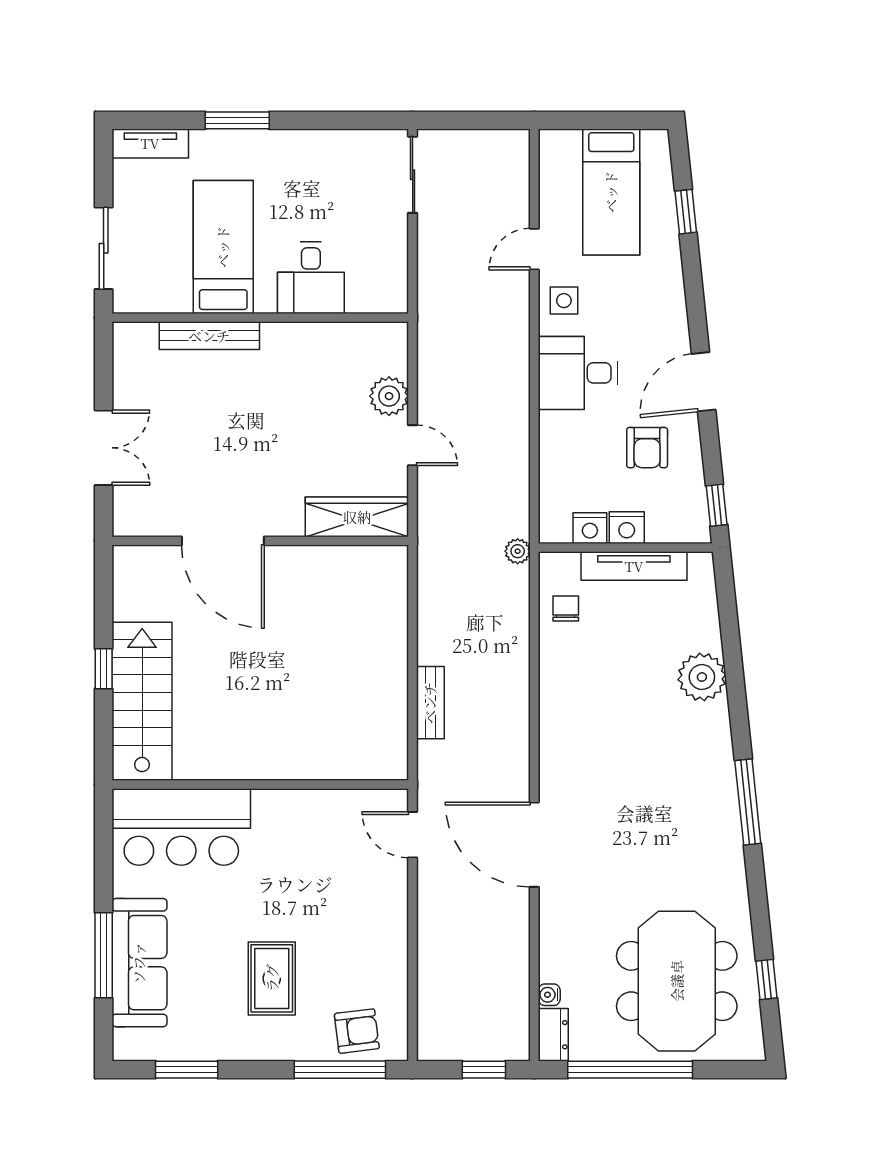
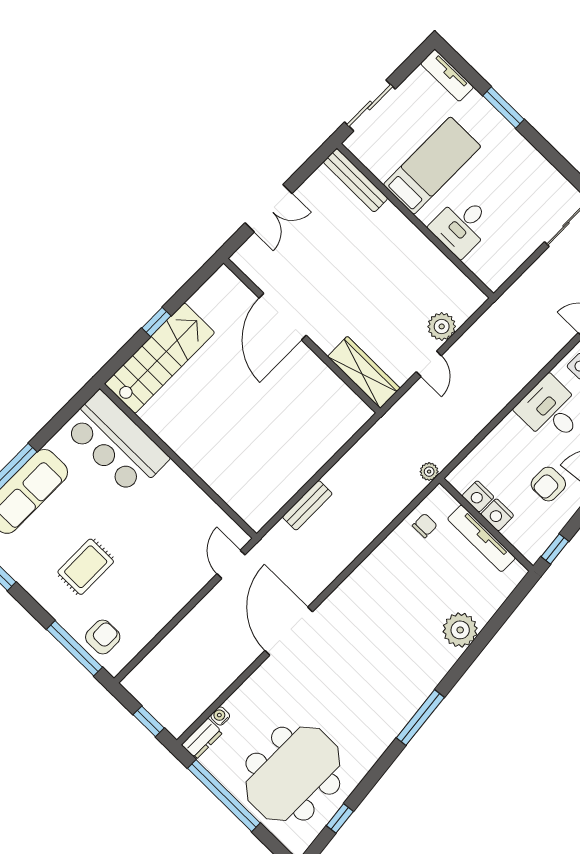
bench: (209, 336) -> (356, 180), moved
armchair: (357, 1031) -> (103, 637), turned -83

